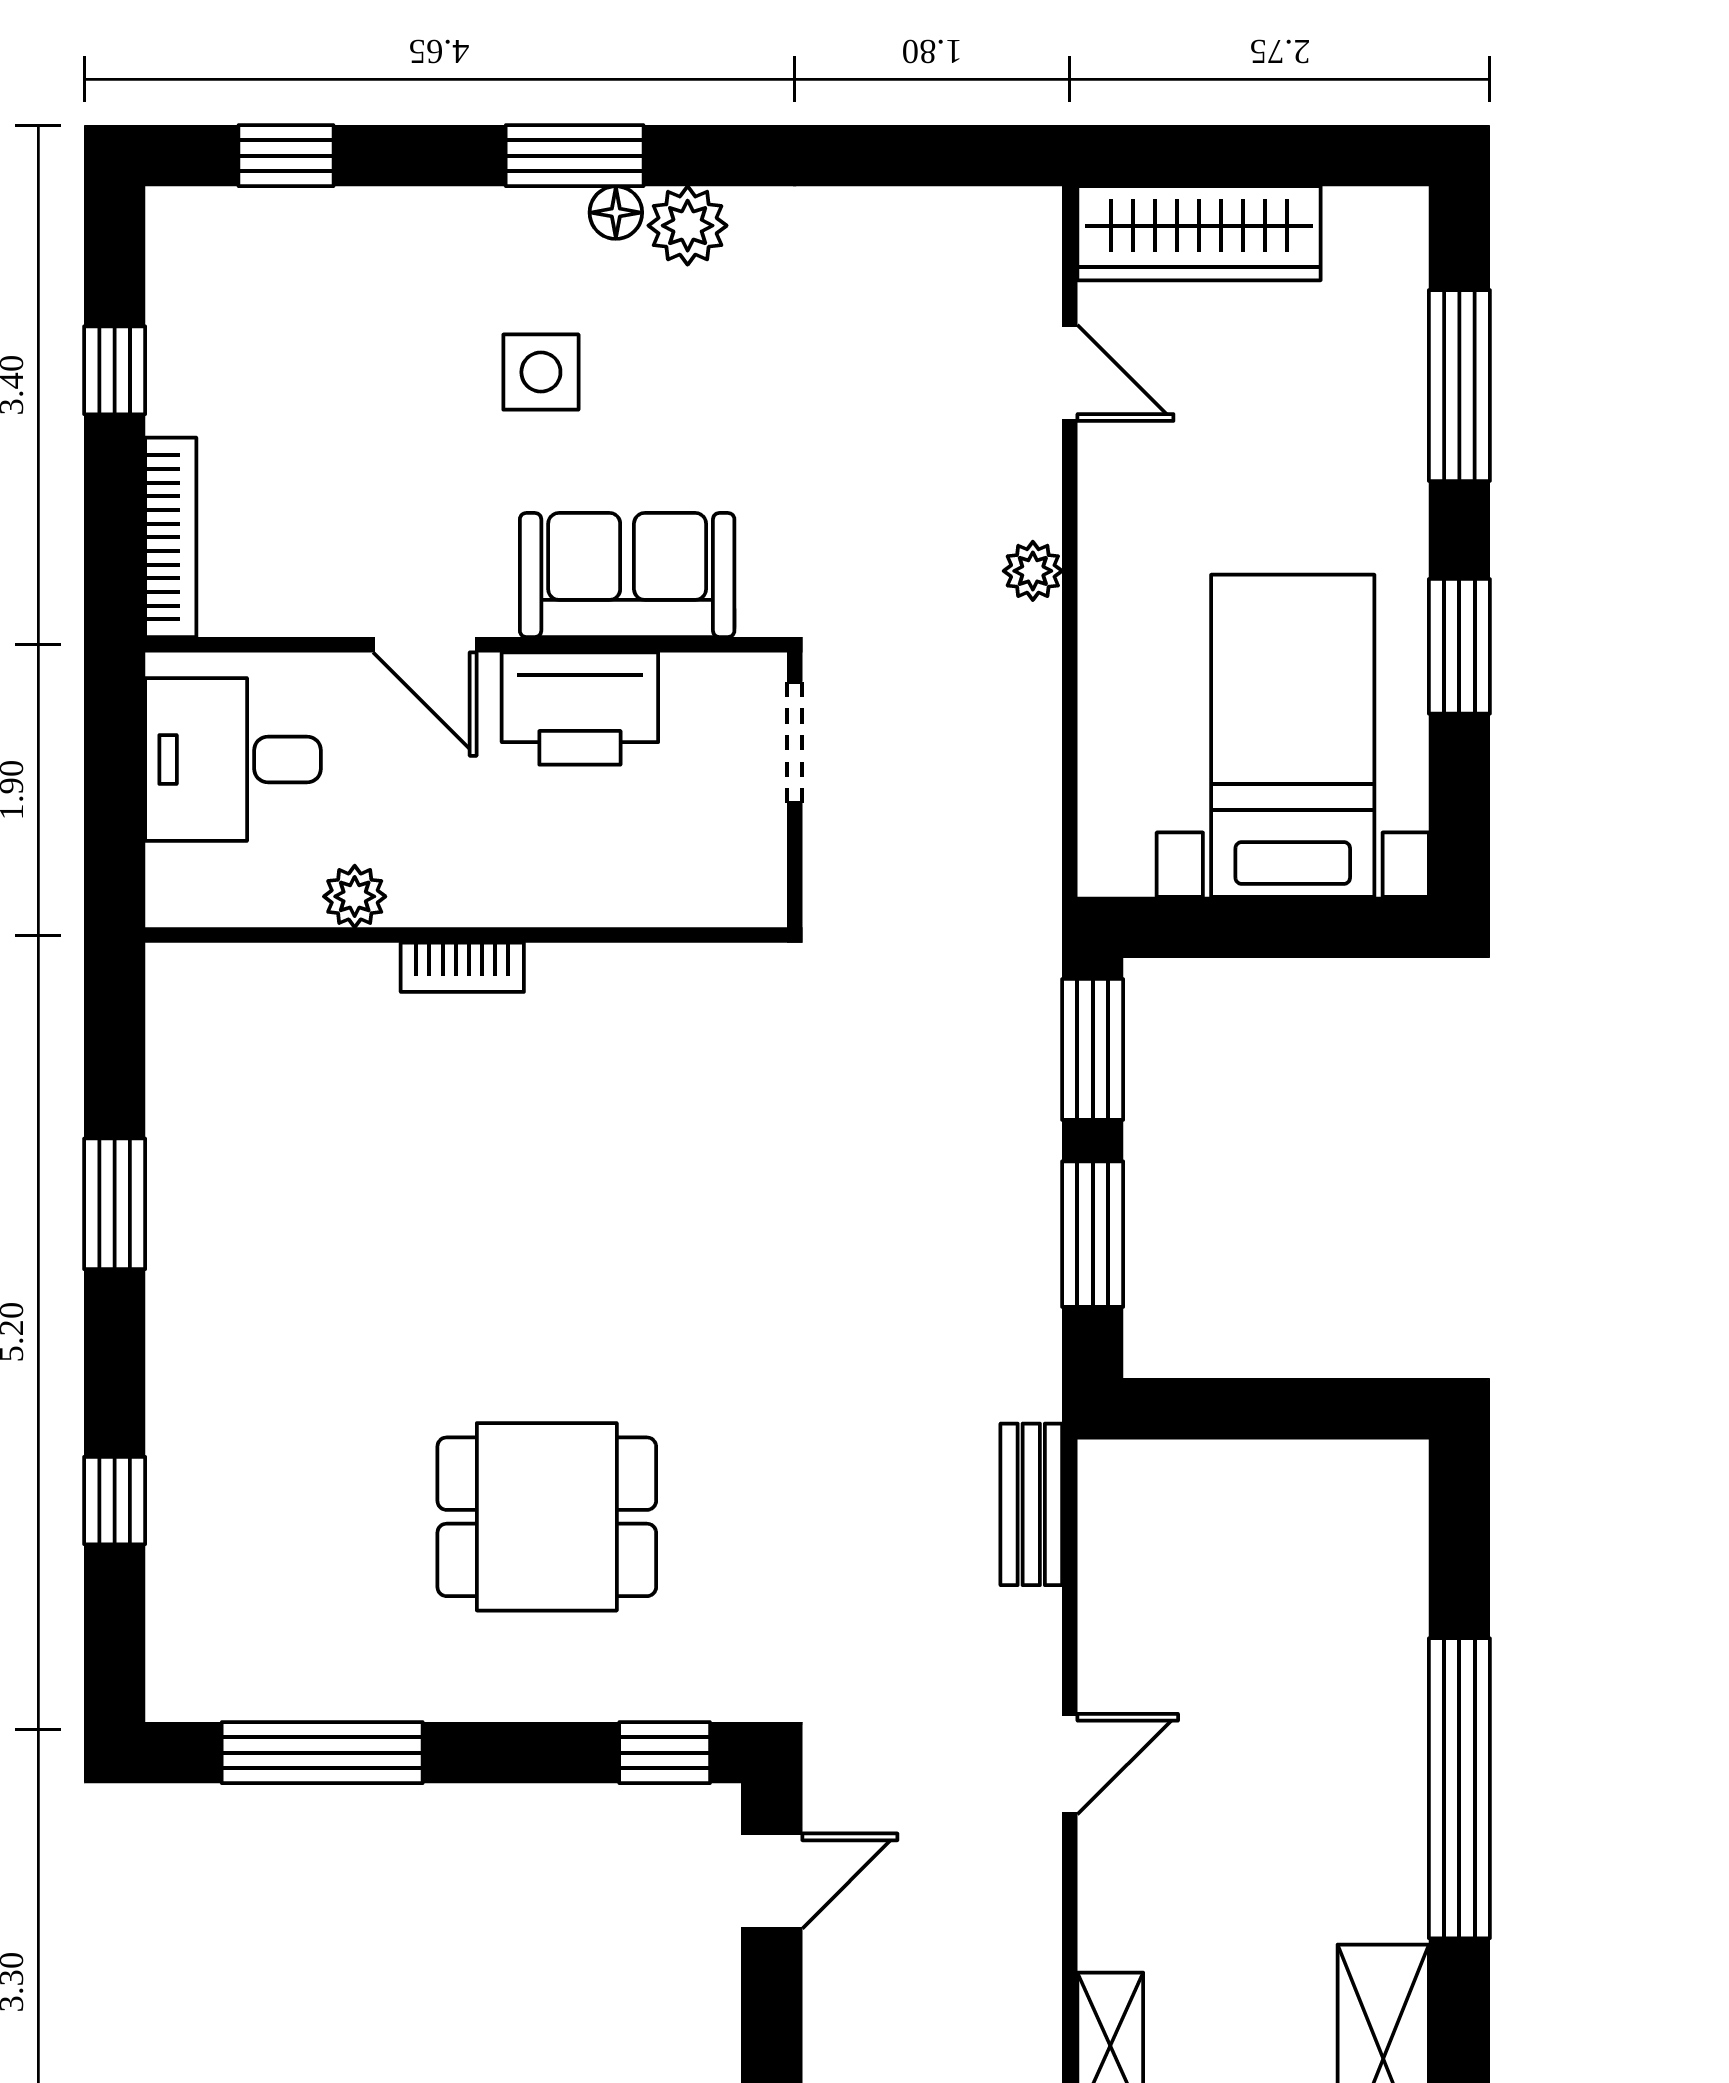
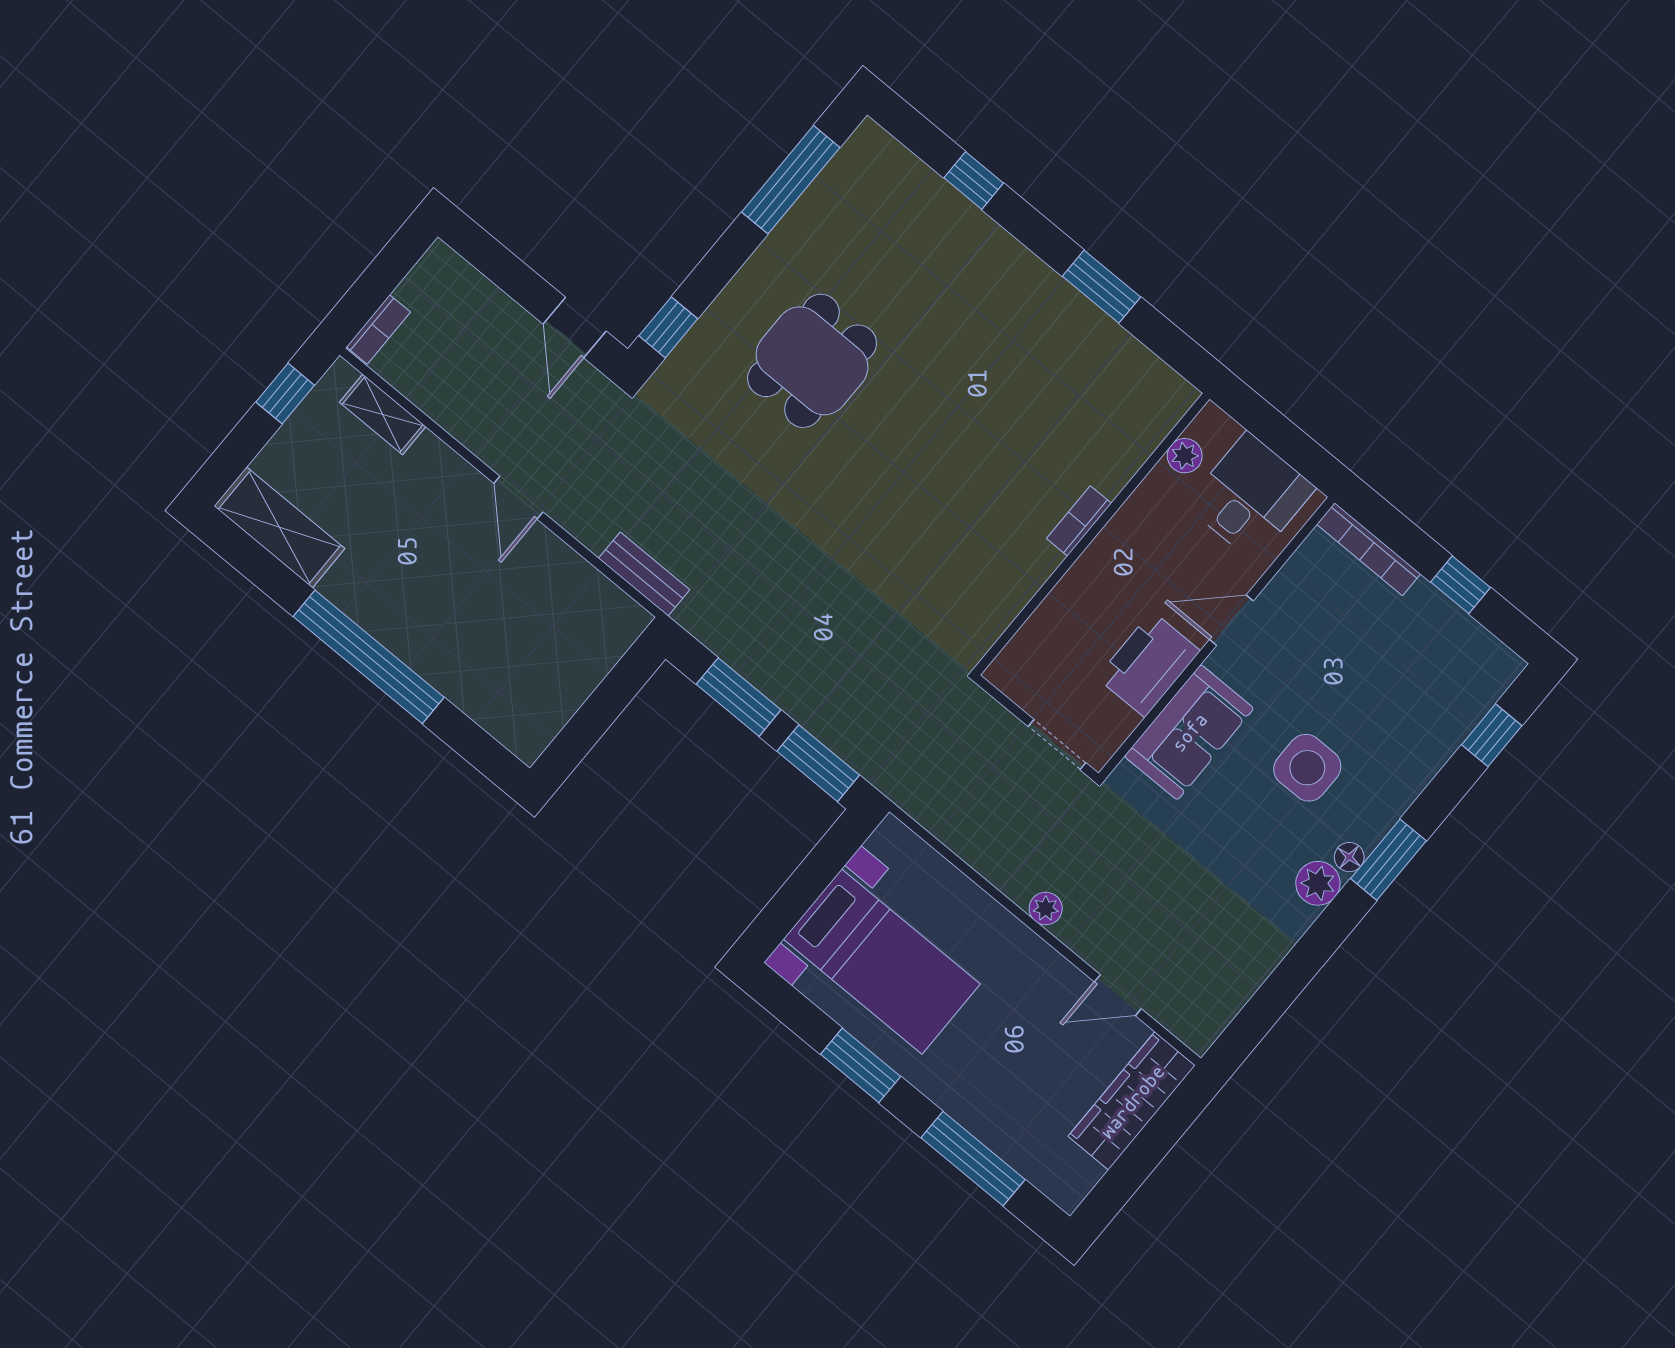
side table: (541, 372) -> (1307, 768), width x1.37, depth x1.37
plant: (355, 896) -> (1185, 456), moved

